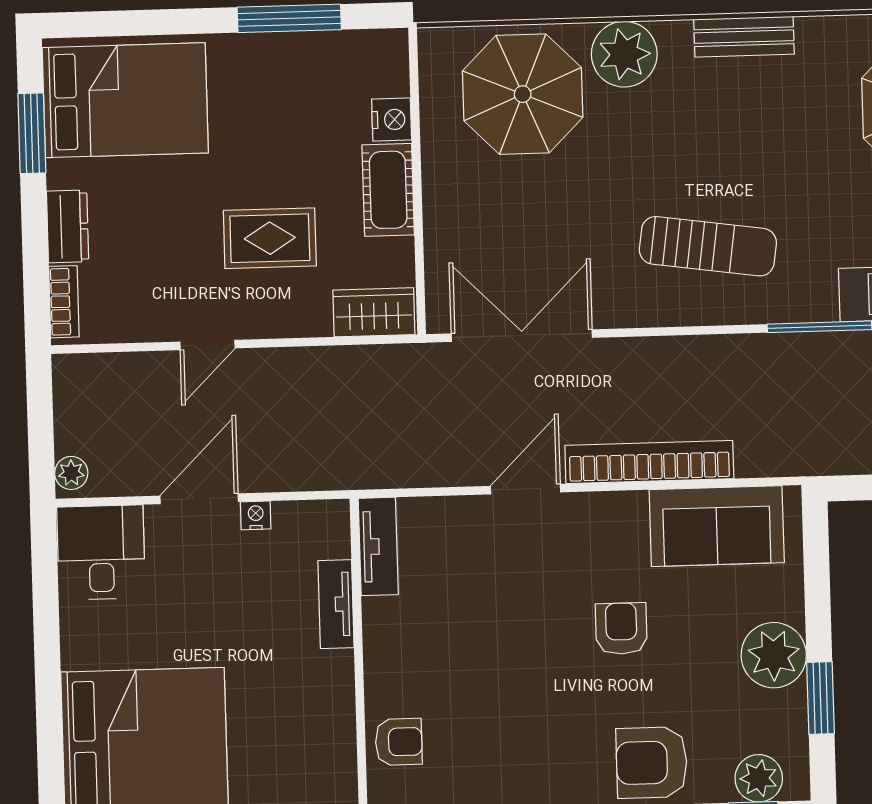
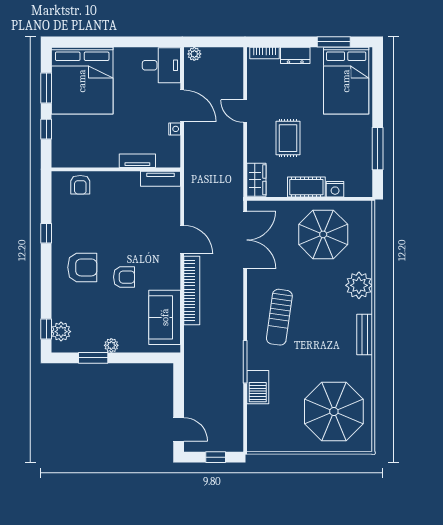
parasol: (523, 94) -> (323, 234), moved
plant: (774, 655) -> (111, 345), width x0.53, depth x0.53
armchair: (652, 763) -> (82, 267), moved, turned 90

